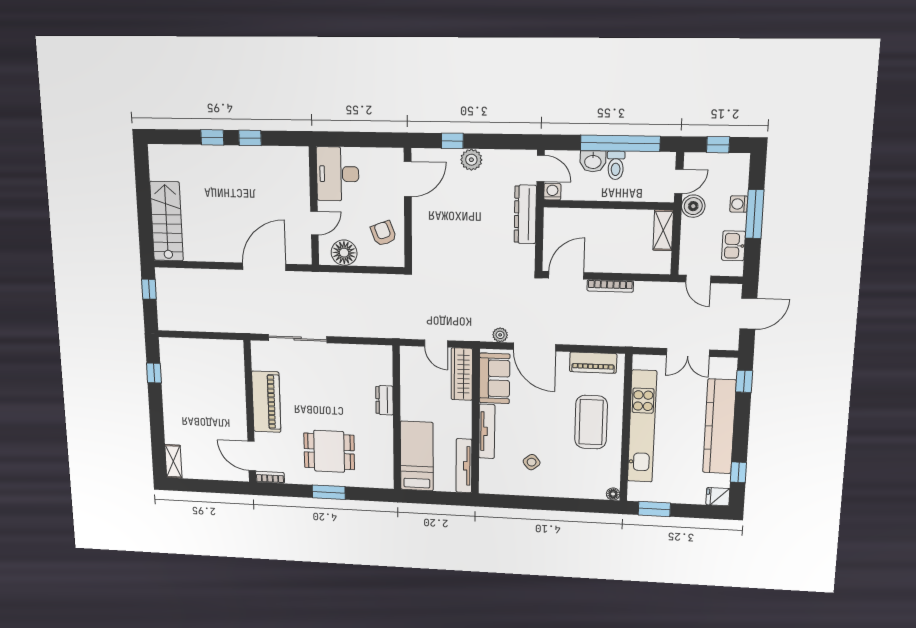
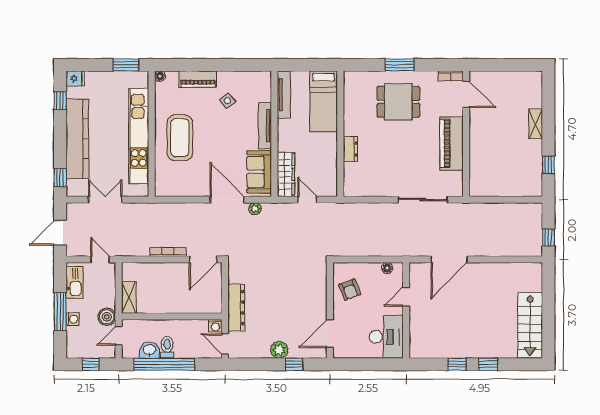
washbasin: (593, 161) -> (150, 350), moved
stairs: (167, 221) -> (530, 325), moved
kitchen sink: (733, 246) -> (75, 282), width x1.38
floor lamp: (344, 253) -> (387, 268), width x0.53, depth x0.53
piano: (593, 363) -> (198, 79), moved, turned 180
shelving: (173, 461) -> (536, 124), moved

